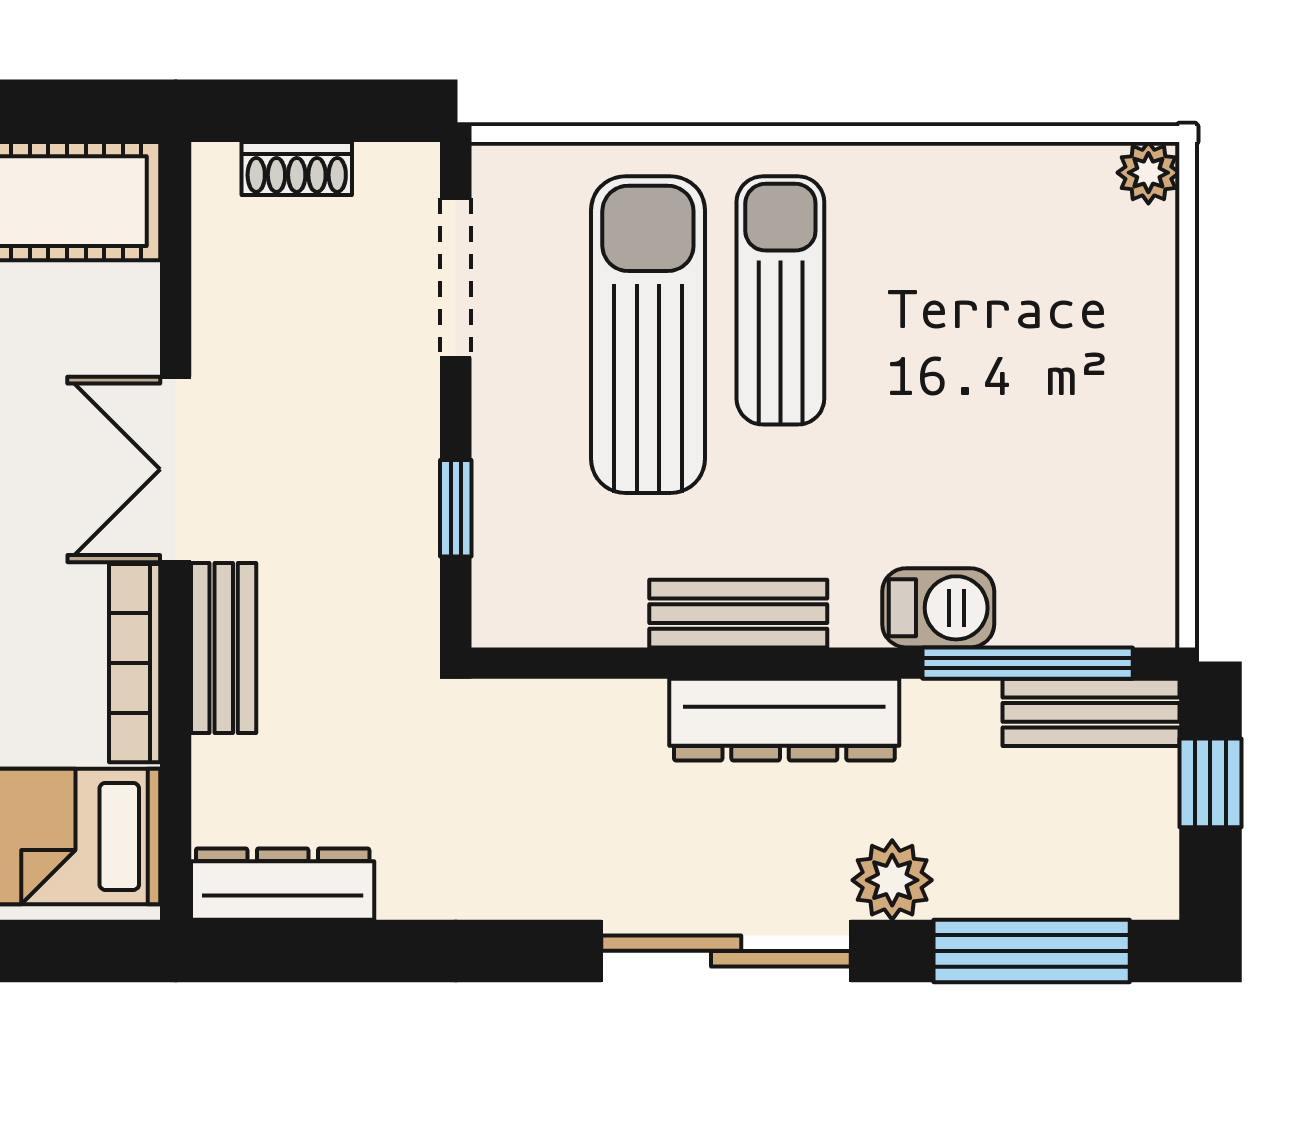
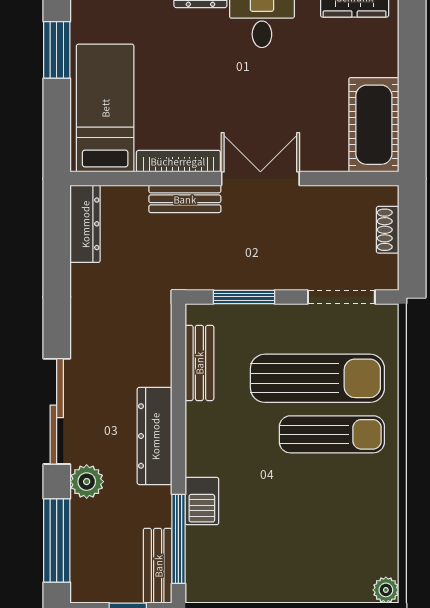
window: (456, 508) -> (244, 297), width x1.50
bench: (738, 614) -> (199, 363), moved

